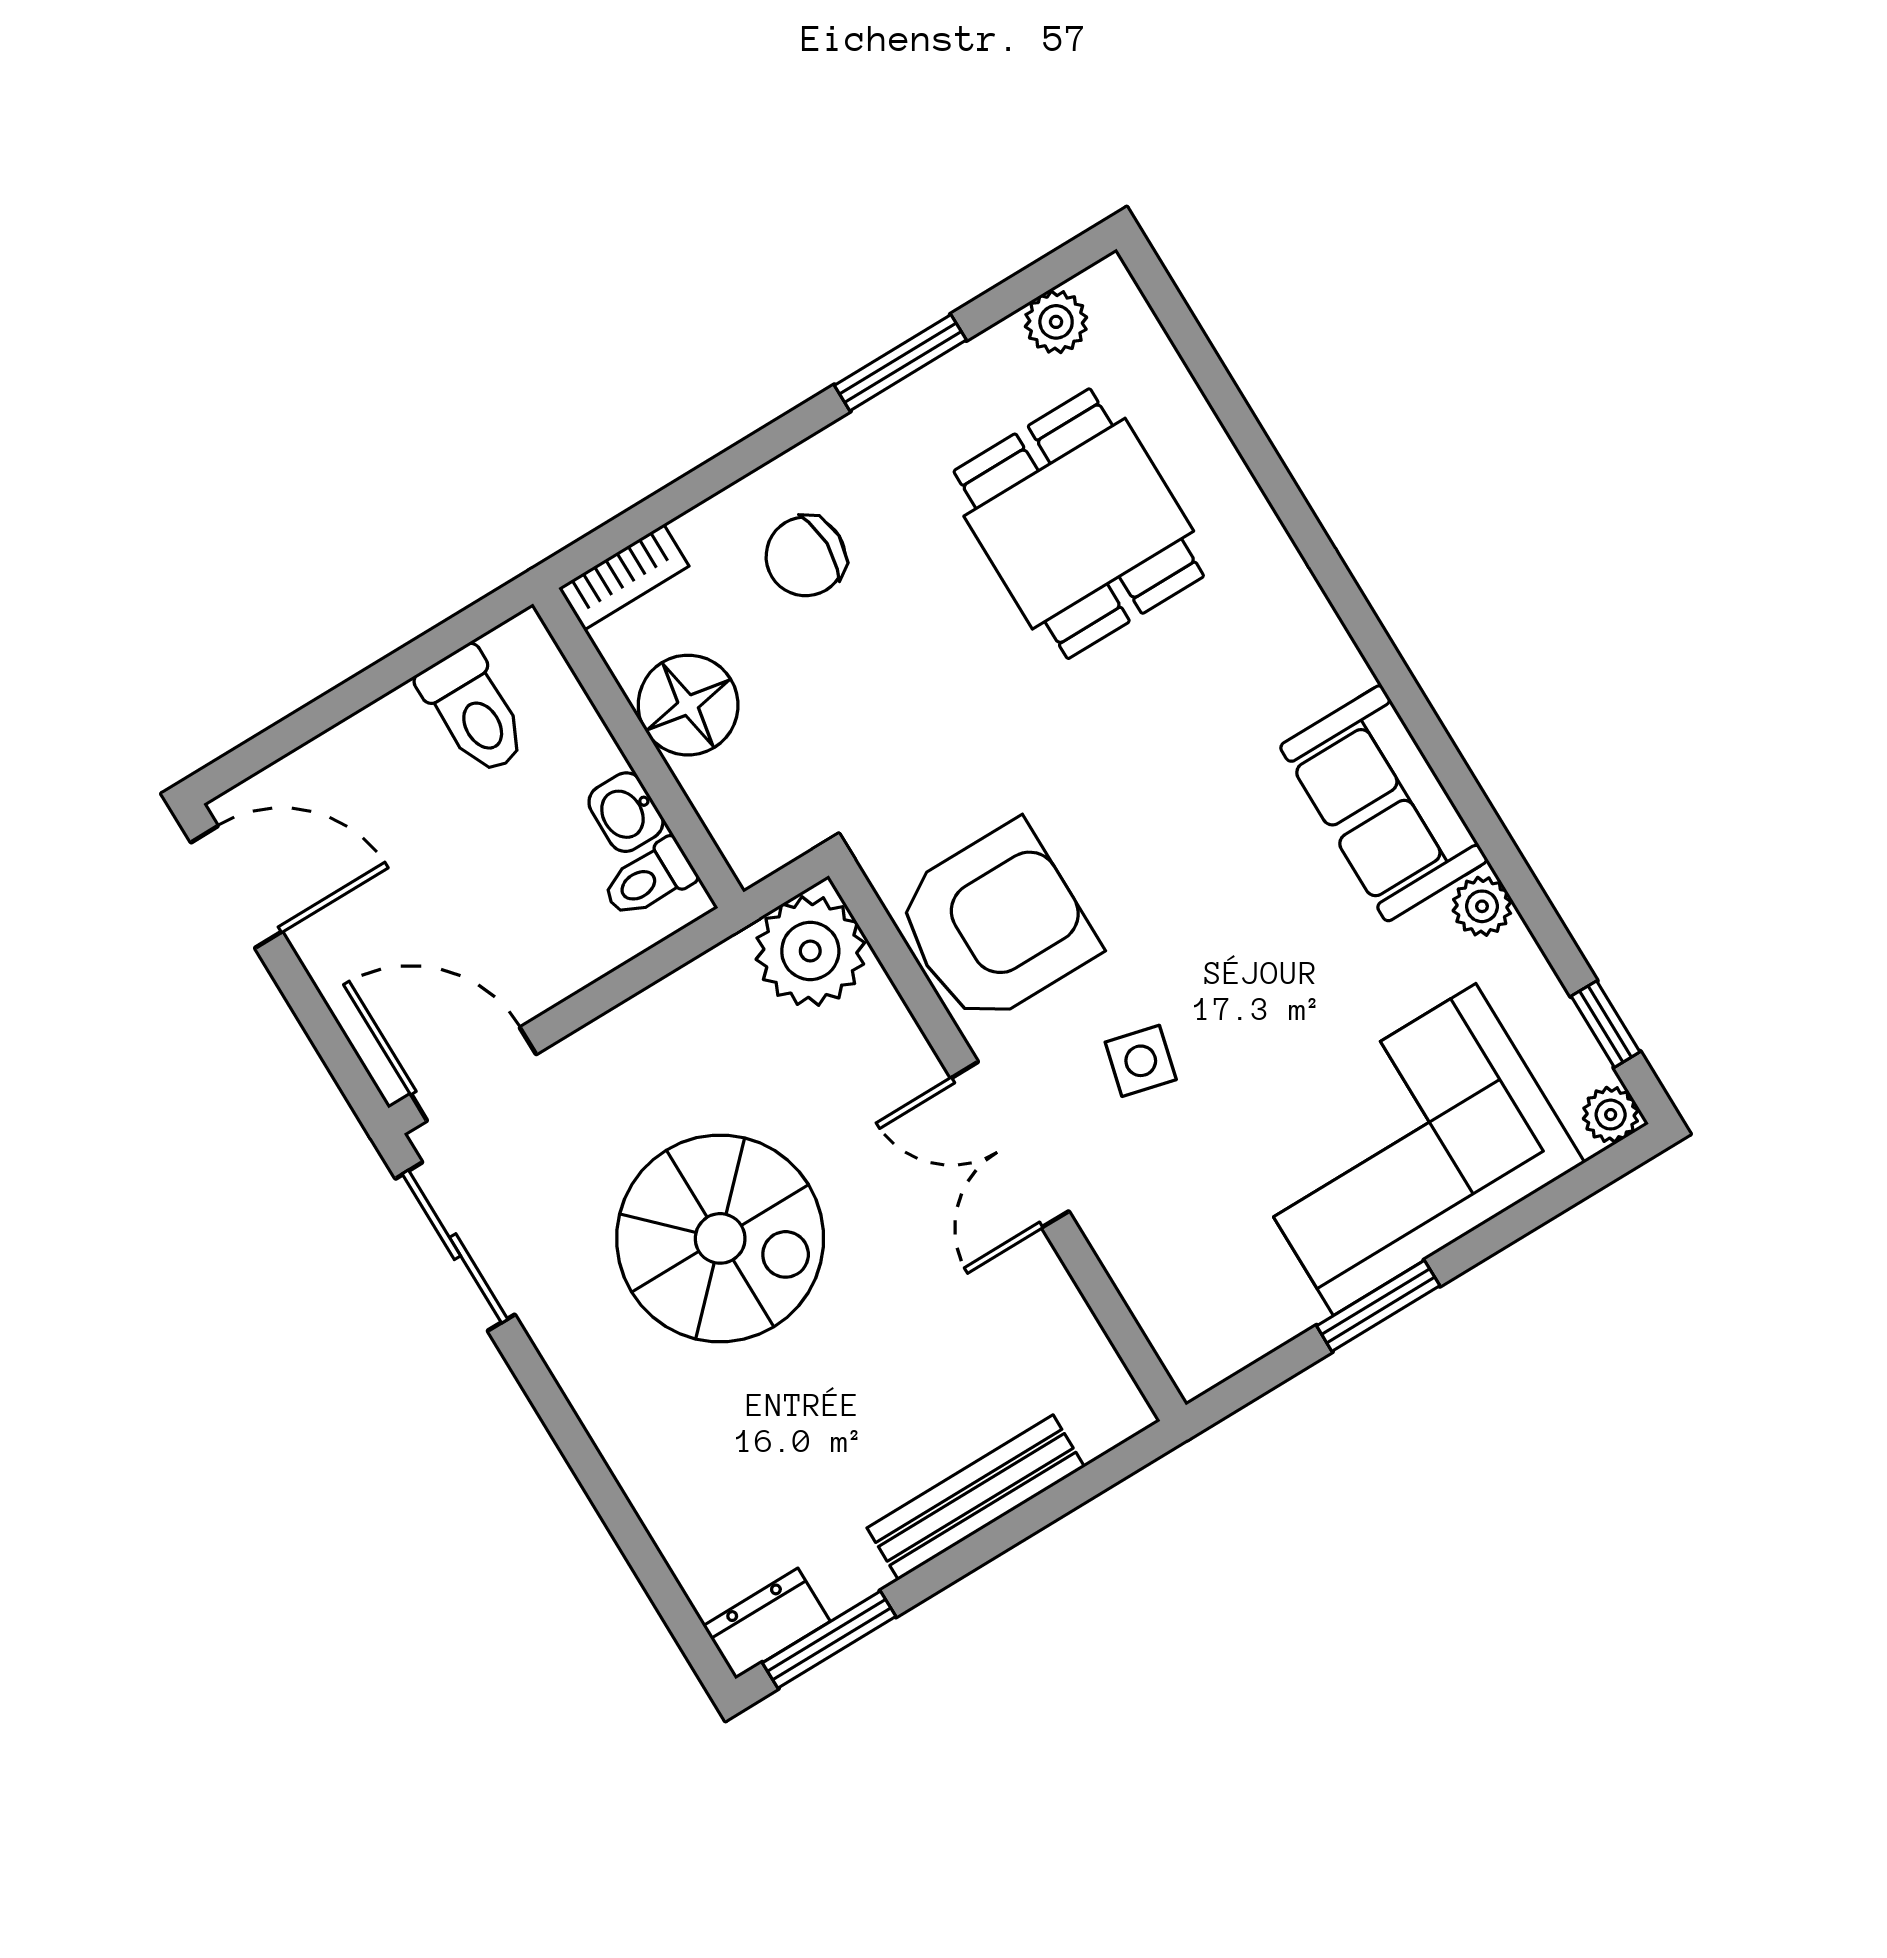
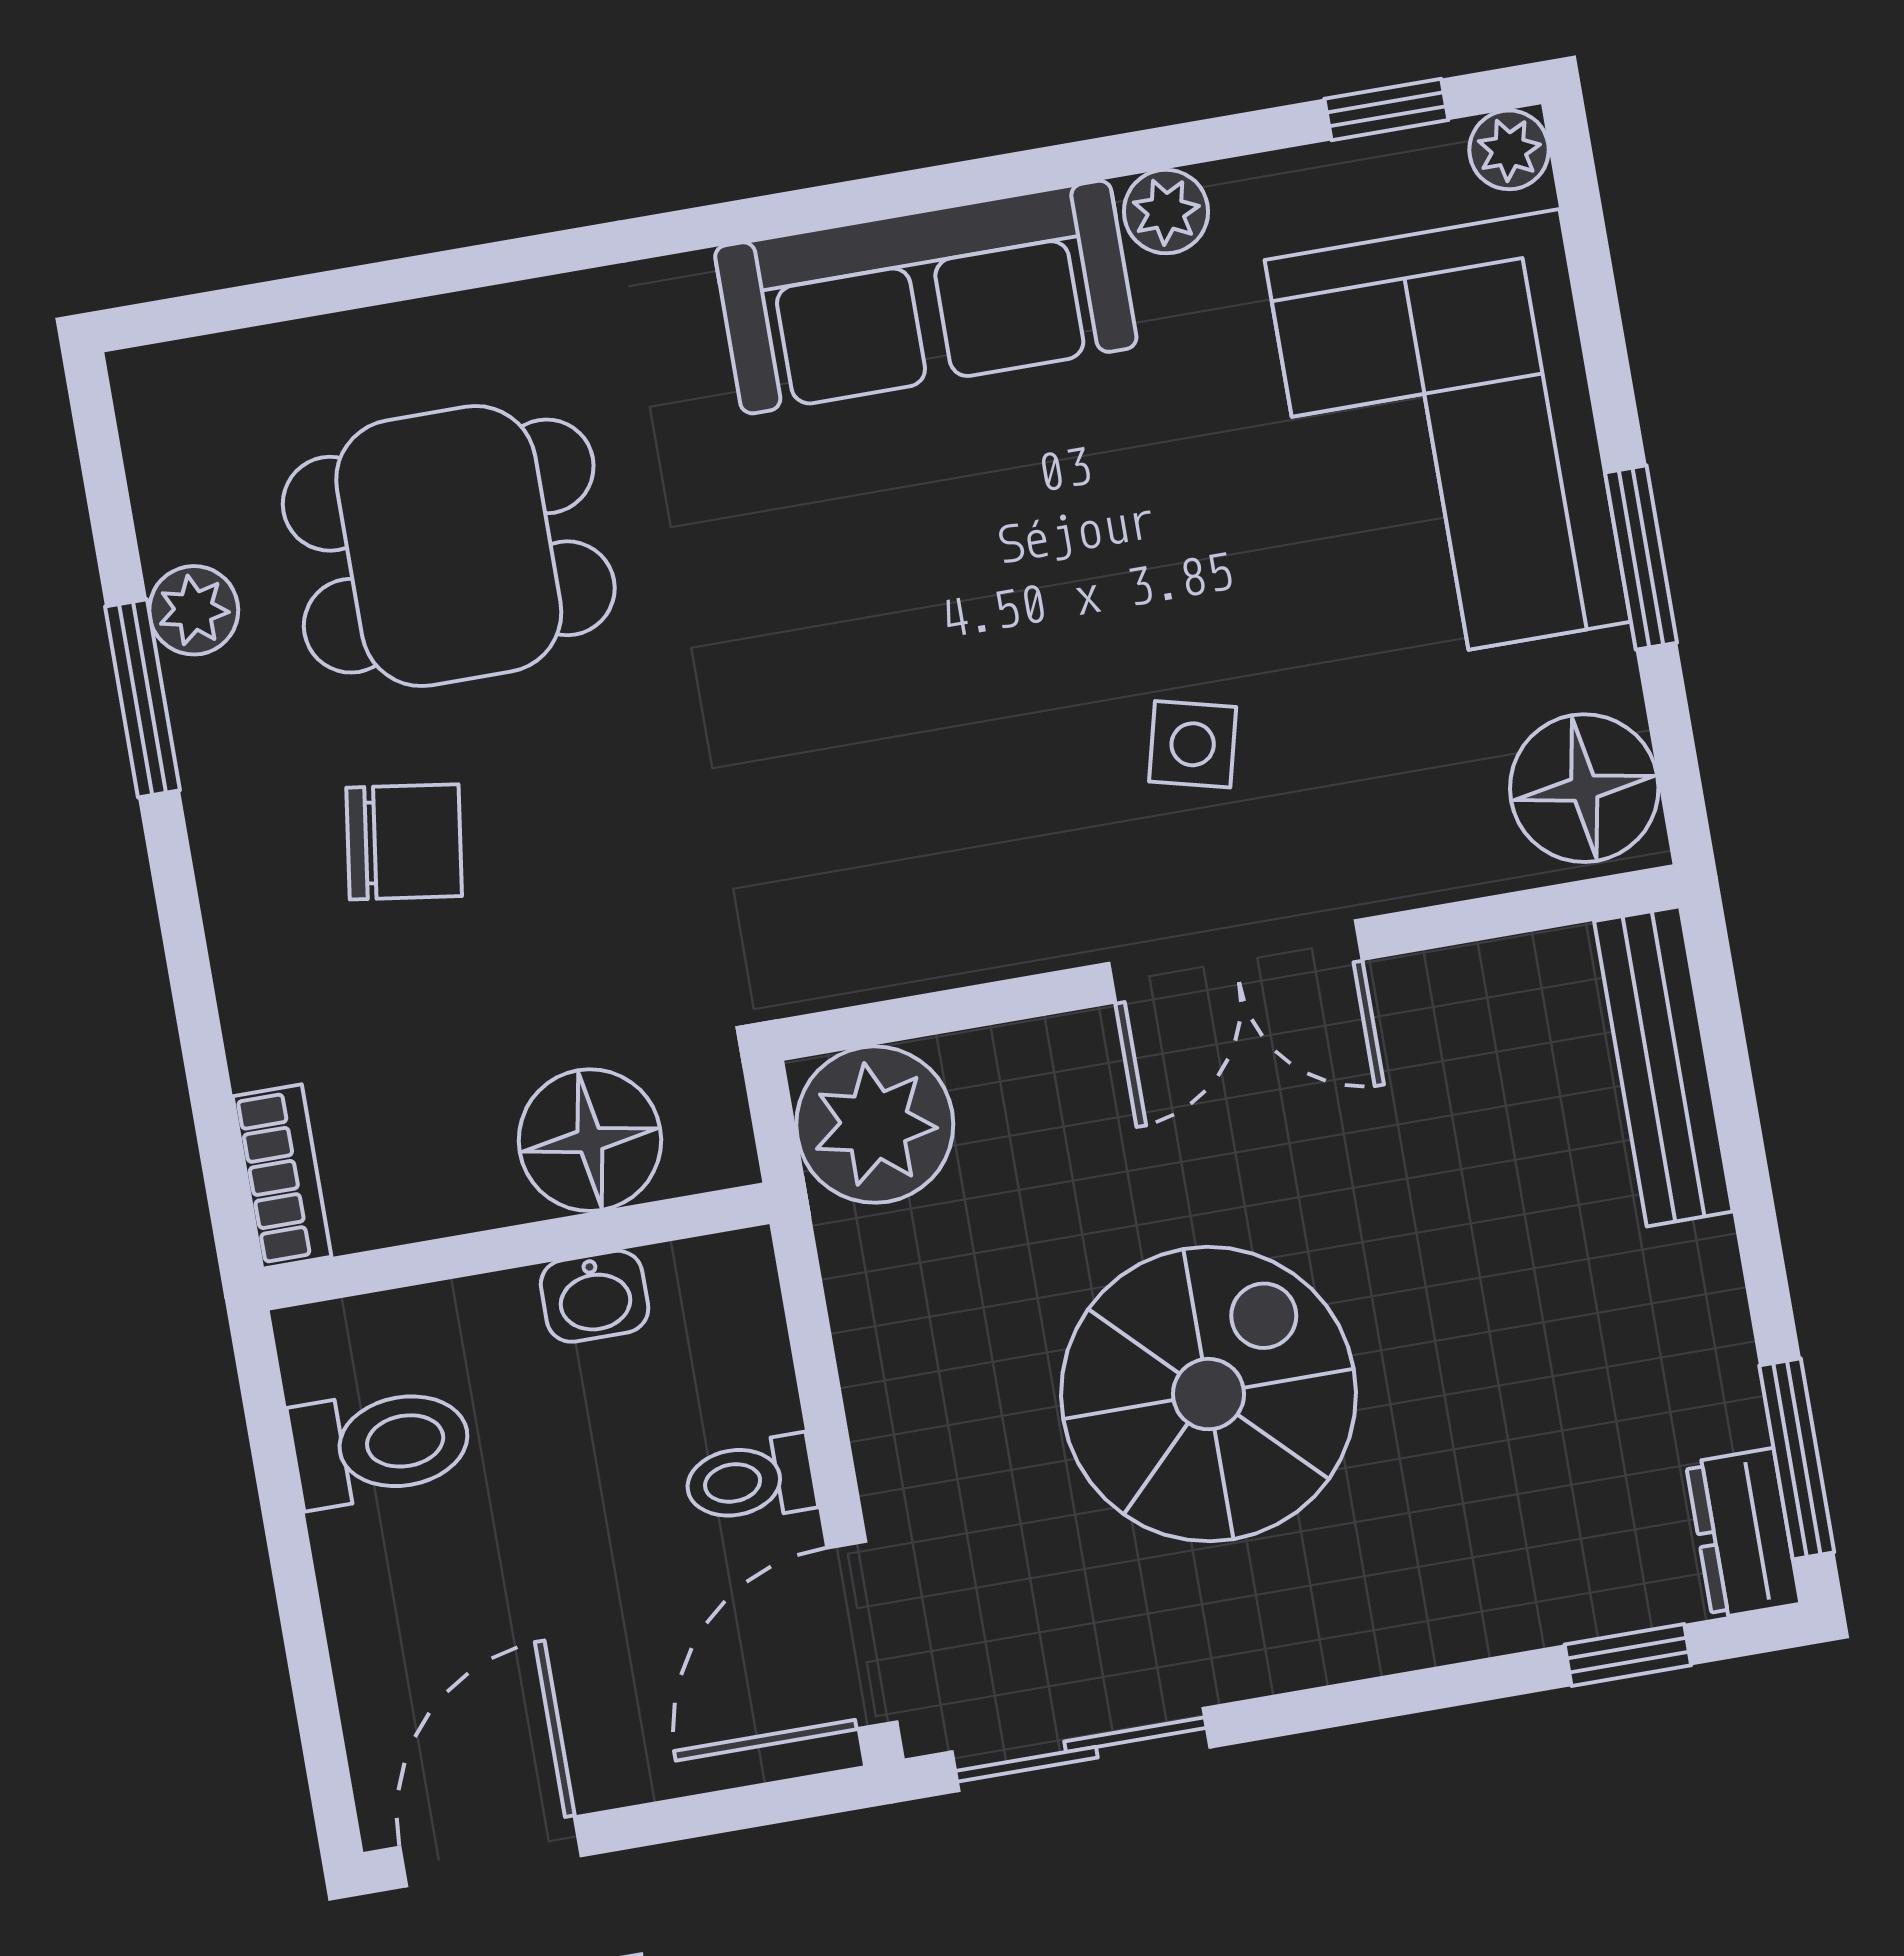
plant: (1056, 322) -> (194, 610), moved
chair: (806, 556) -> (404, 842), moved, turned -82
floor lamp: (688, 705) -> (590, 1140), moved
sofa: (1384, 803) -> (926, 297), width x1.36
toilet: (649, 879) -> (750, 1480), moved, turned 90
armchair: (996, 924) -> (936, 865), removed
floor lamp: (1213, 1328) -> (1584, 788), added
bench: (976, 1497) -> (1663, 1066), moved
window: (658, 1580) -> (1628, 1655), added

